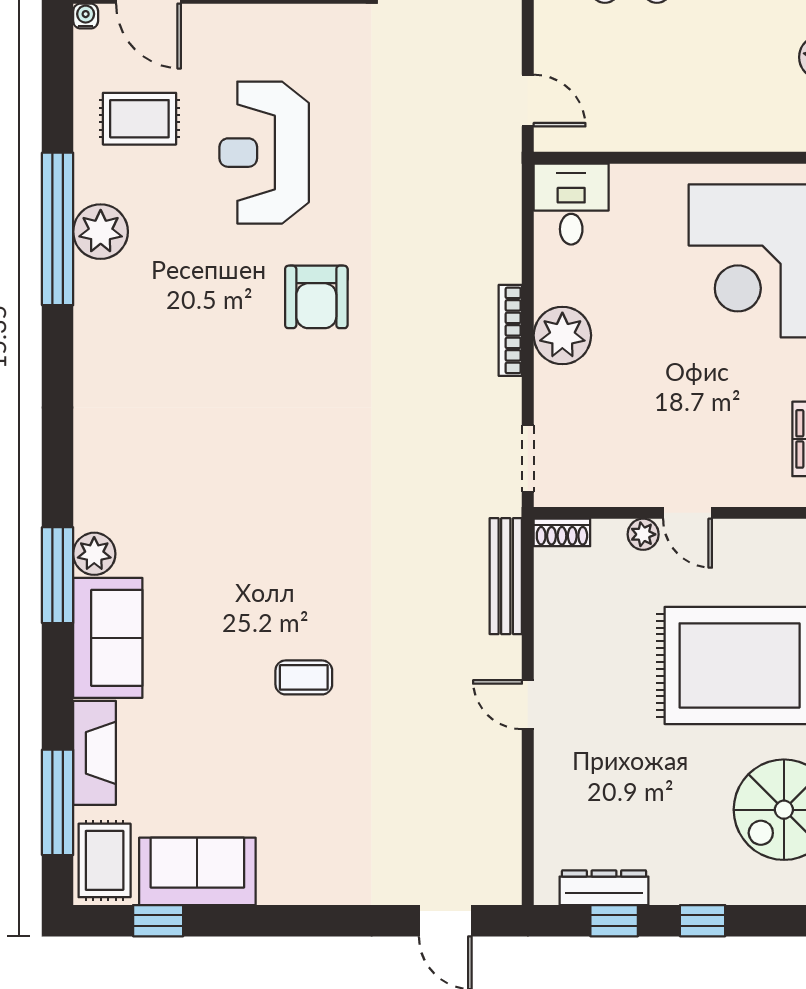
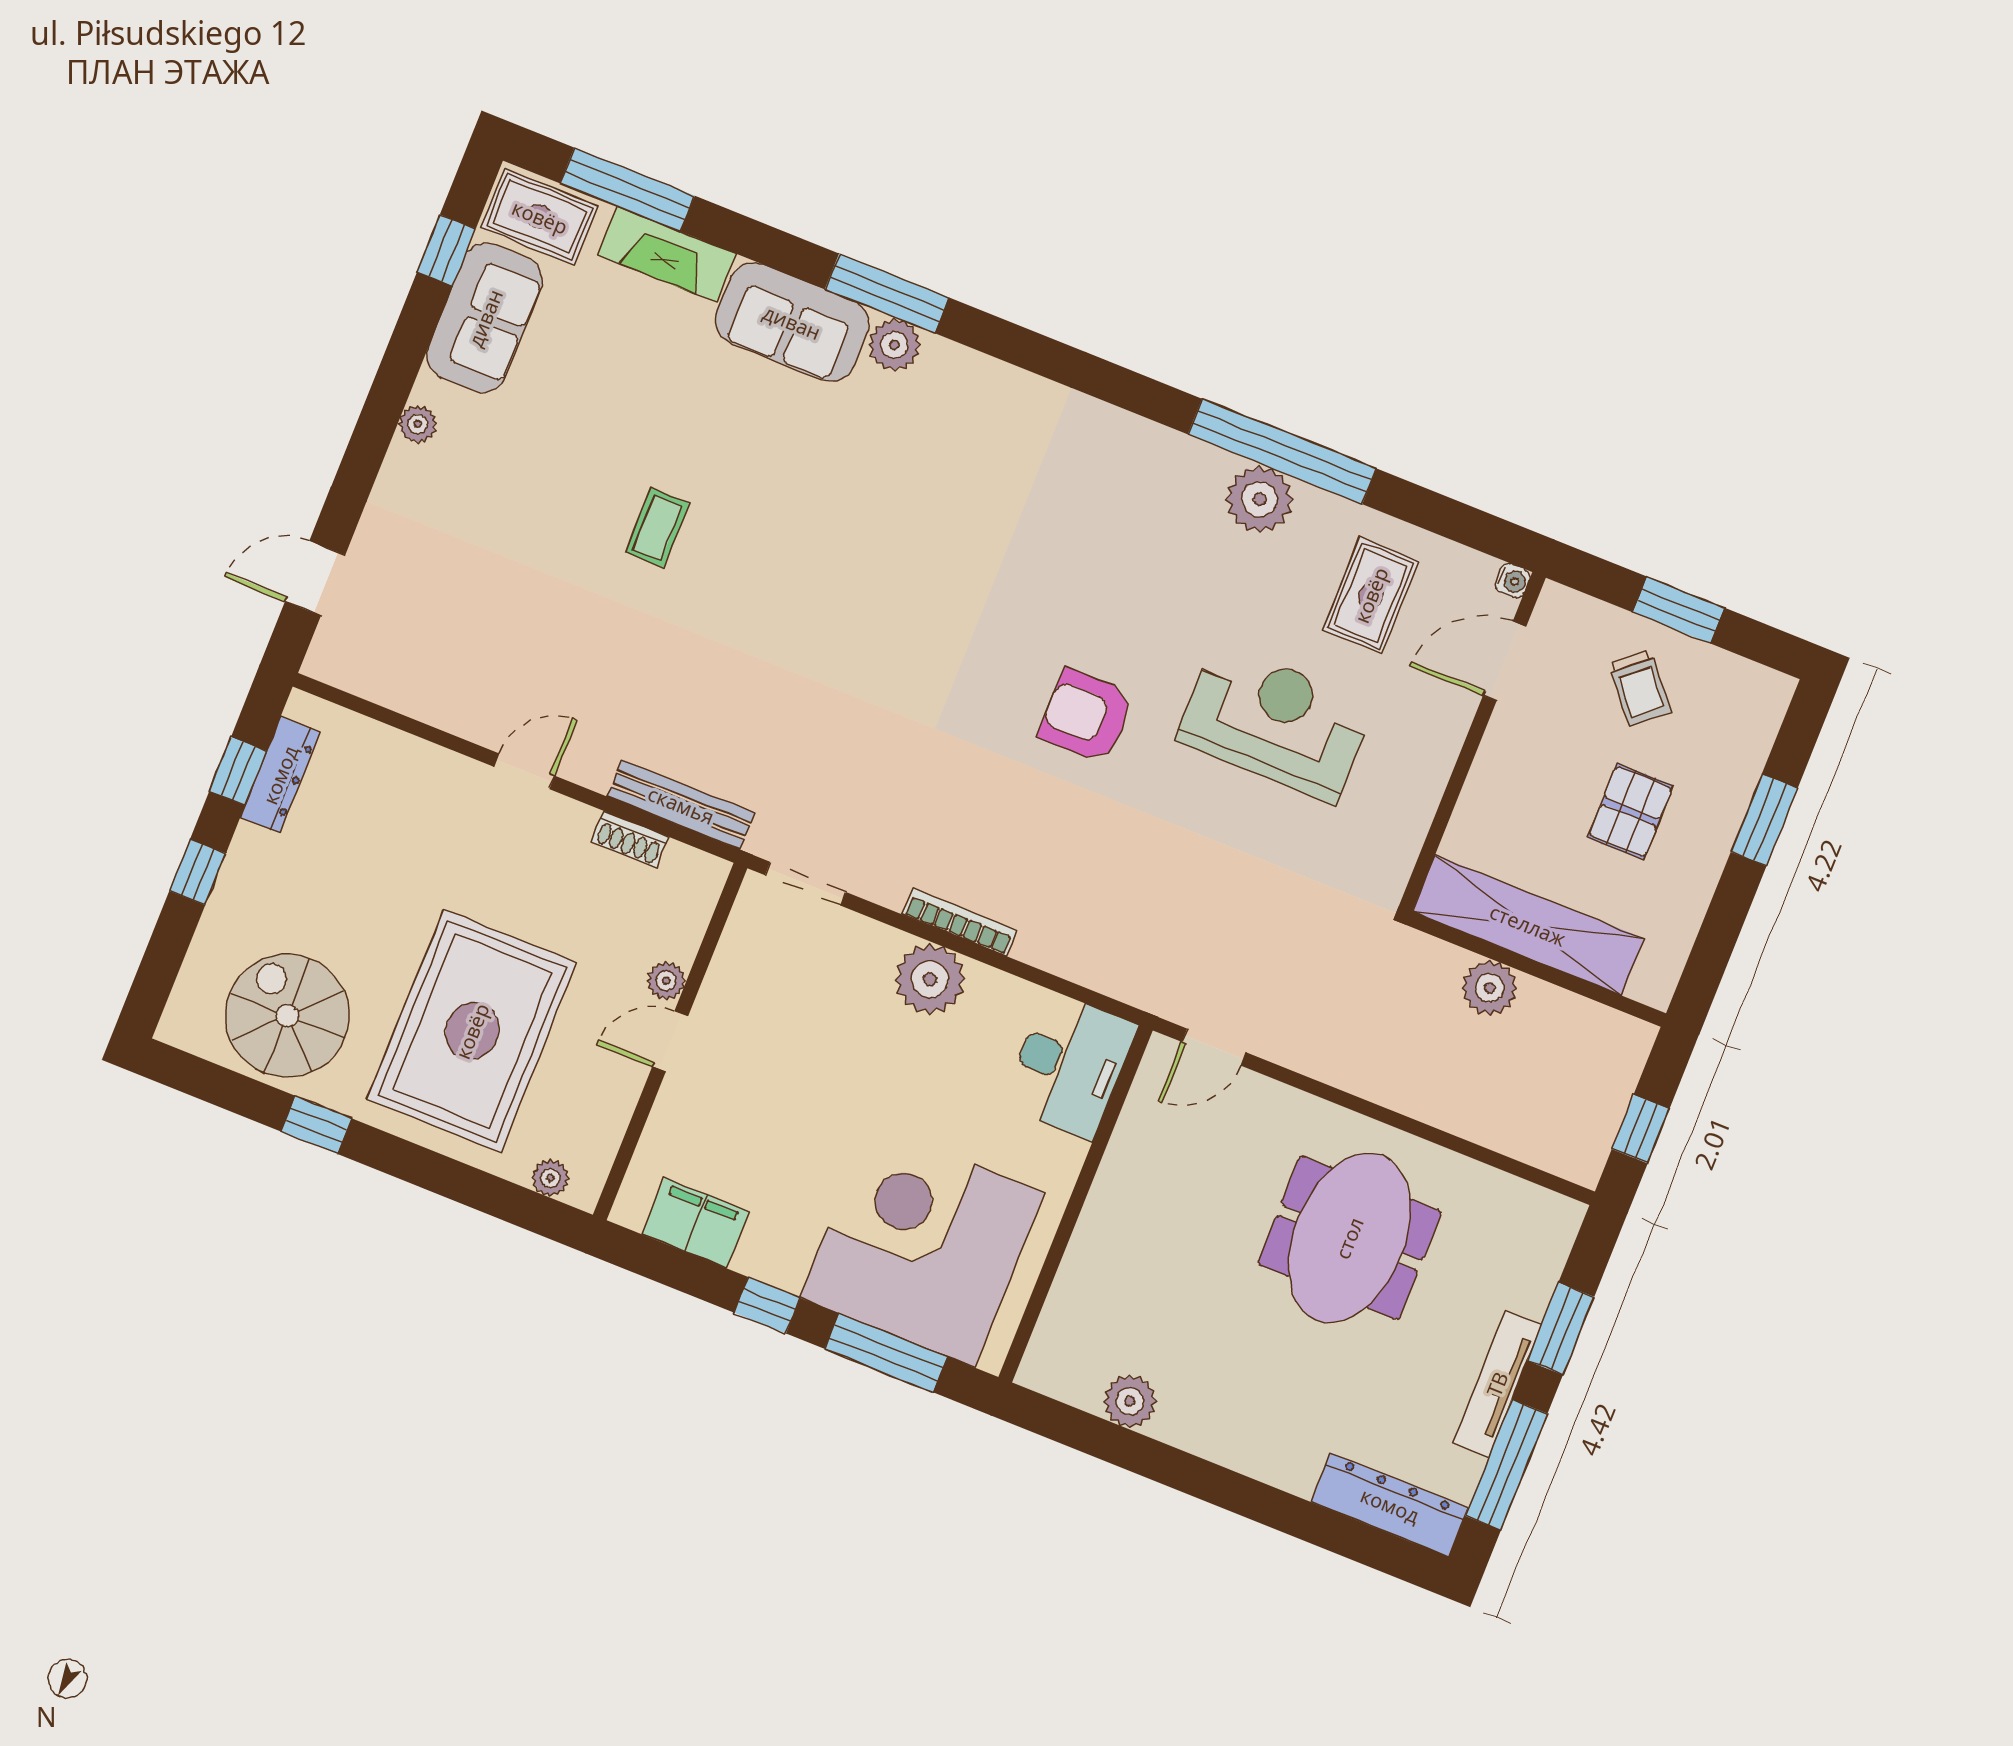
desk: (571, 204) -> (1070, 1065), width x1.37
shoe rack: (562, 532) -> (630, 839), moved, turned -90
plant: (298, 890) -> (418, 424), added

